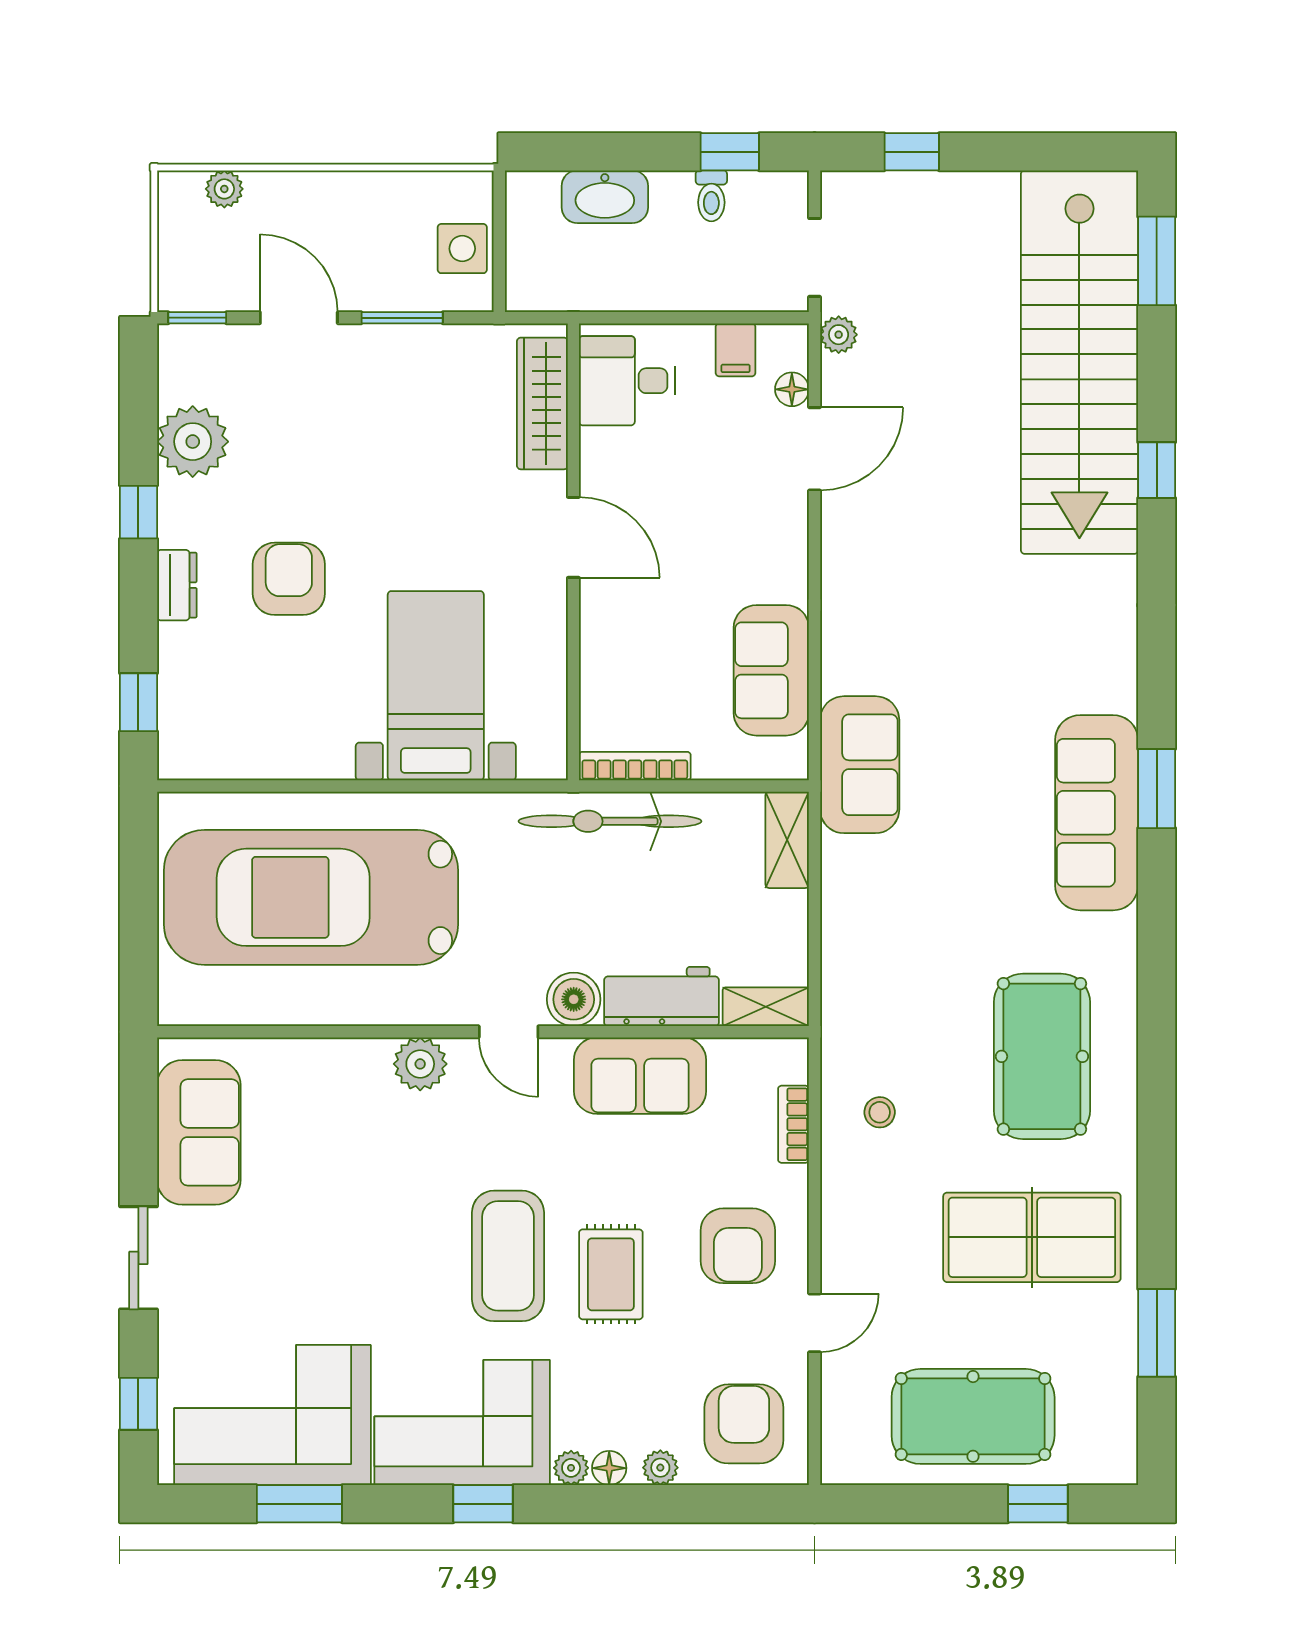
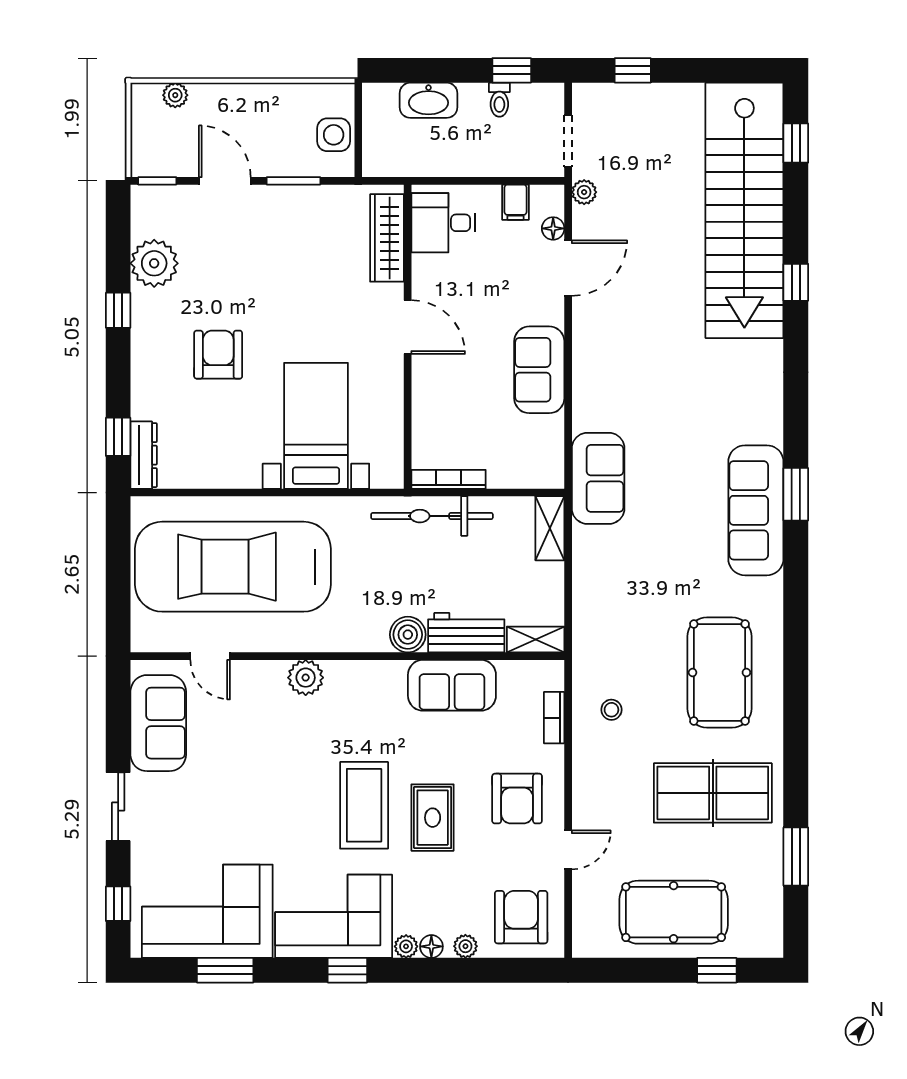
window: (1157, 261) -> (796, 143), width x0.67
dresser: (177, 585) -> (144, 455), moved, width x1.44
sofa: (771, 670) -> (539, 370), moved
door: (509, 1032) -> (210, 656), moved

